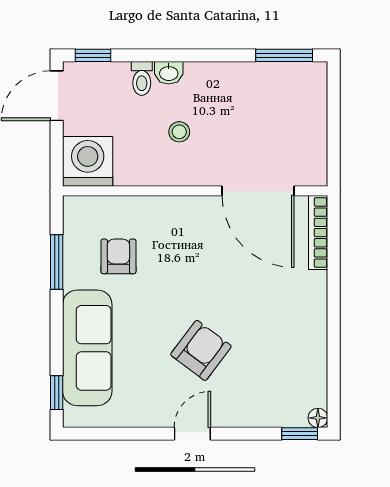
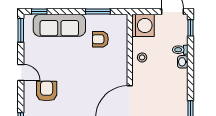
stool: (179, 132) -> (142, 57), moved
armchair: (118, 256) -> (100, 39), turned 180
armchair: (201, 350) -> (47, 91), moved, turned -127
window: (99, 434) -> (21, 30), added

